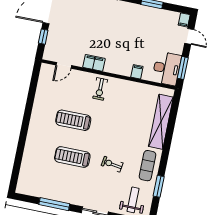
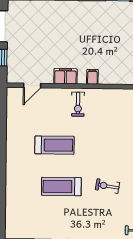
filing cabinet: (137, 72) -> (92, 77), moved
treadmill: (73, 120) -> (55, 145), turned 180

